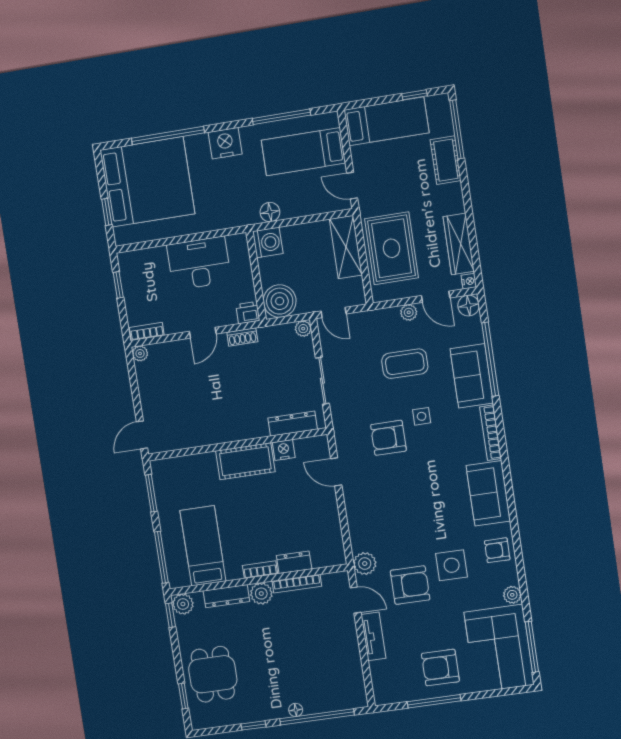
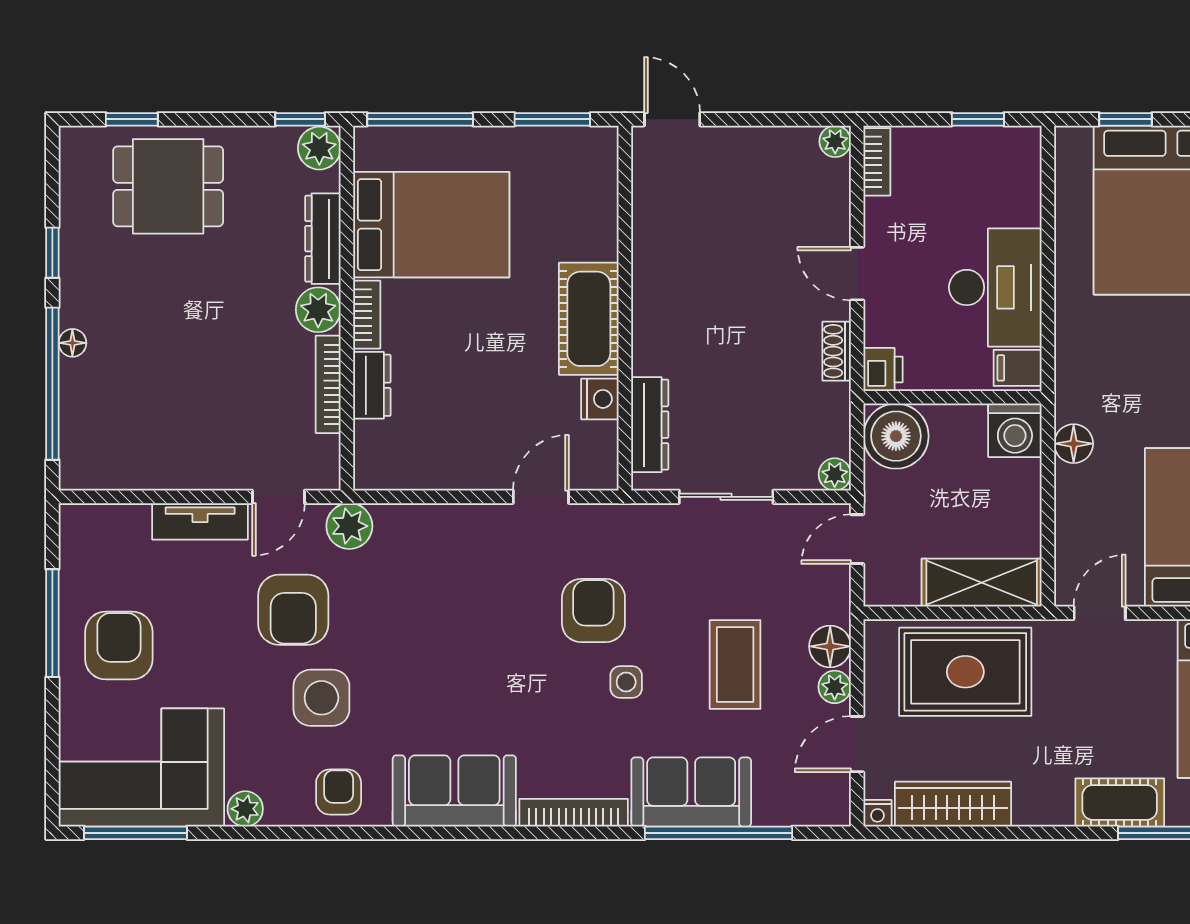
filing cabinet: (237, 246) -> (1018, 368), added
floor lamp: (469, 306) -> (830, 646), moved
bed: (203, 546) -> (431, 225), width x1.50

